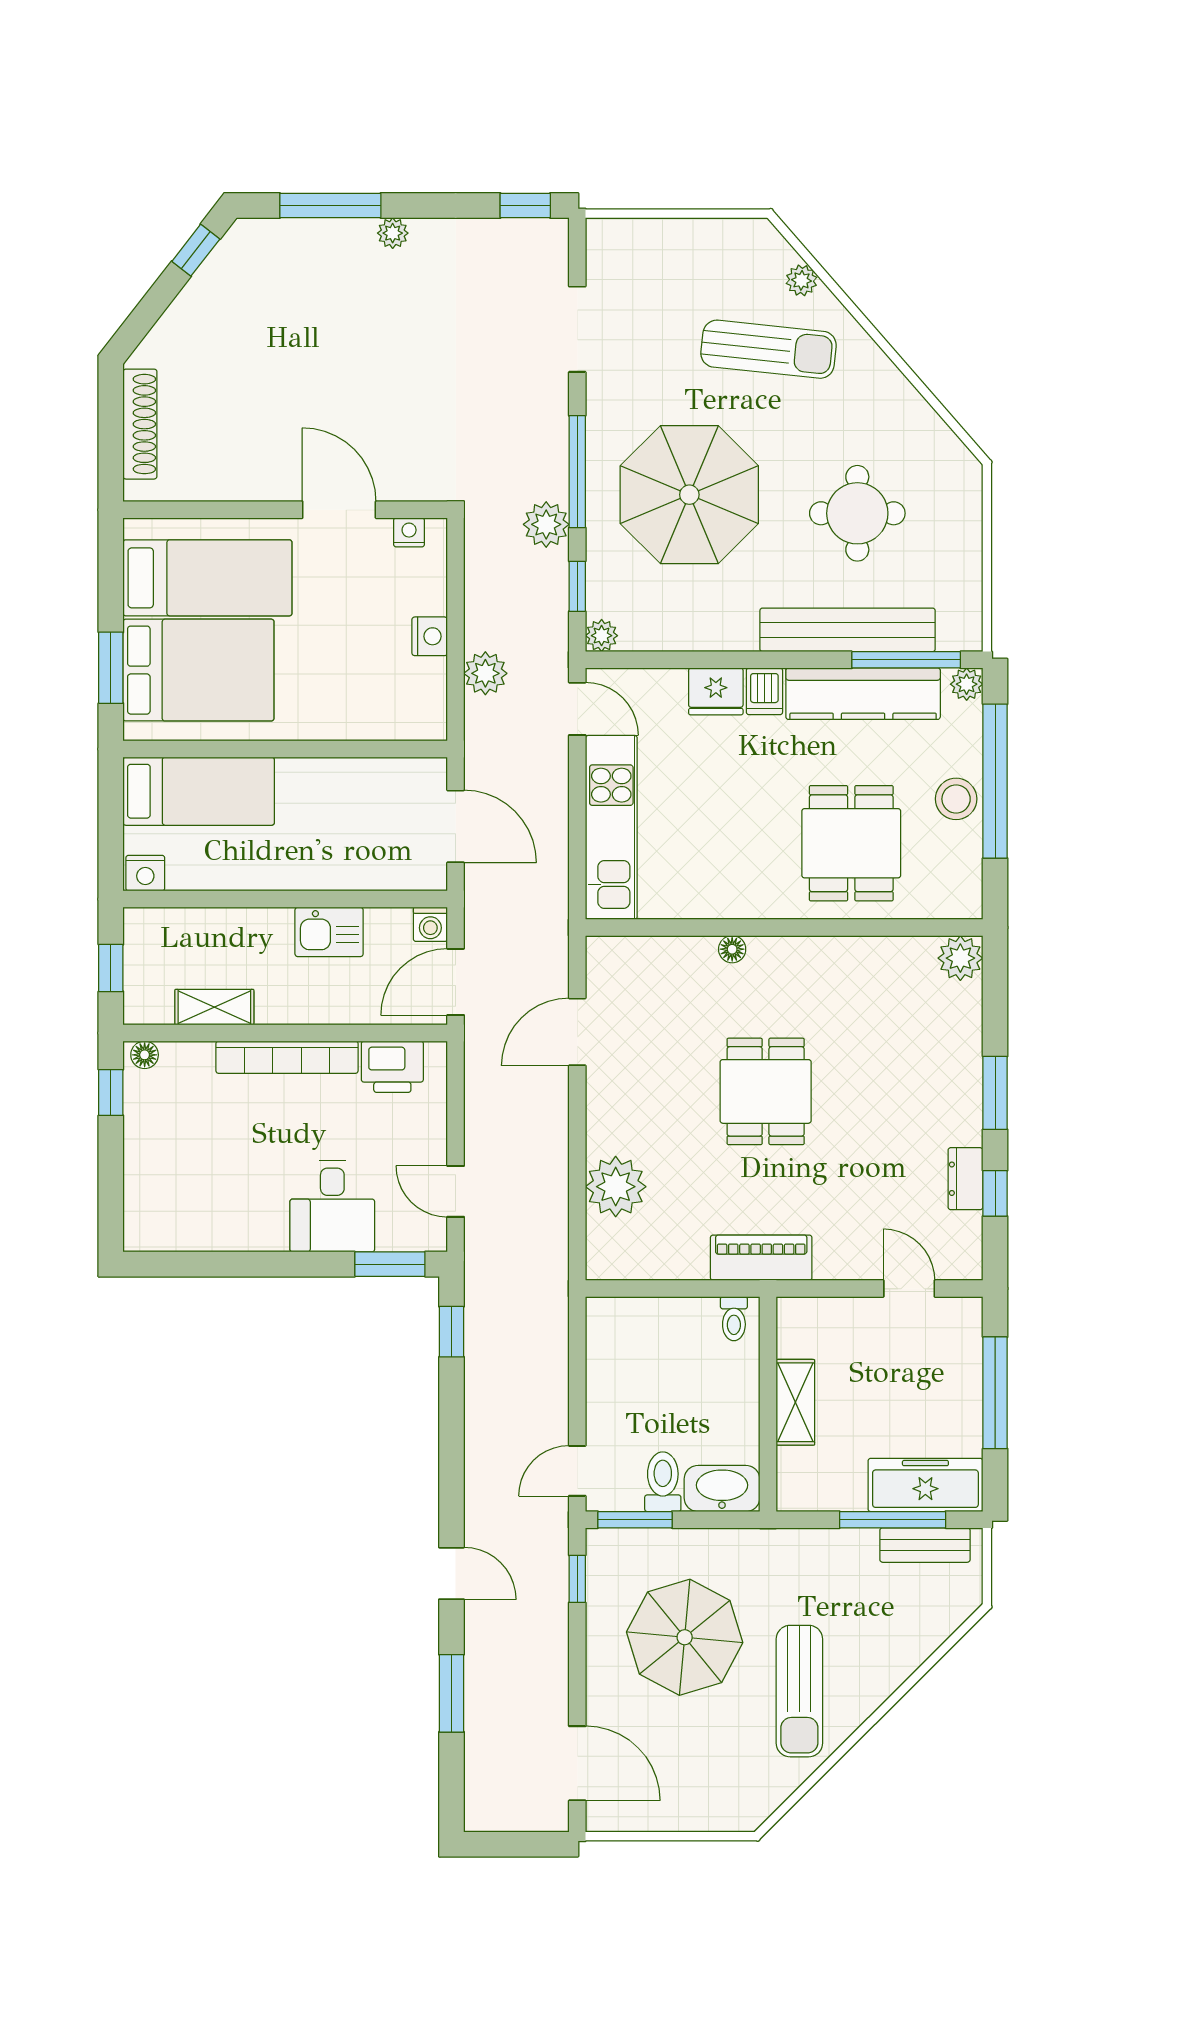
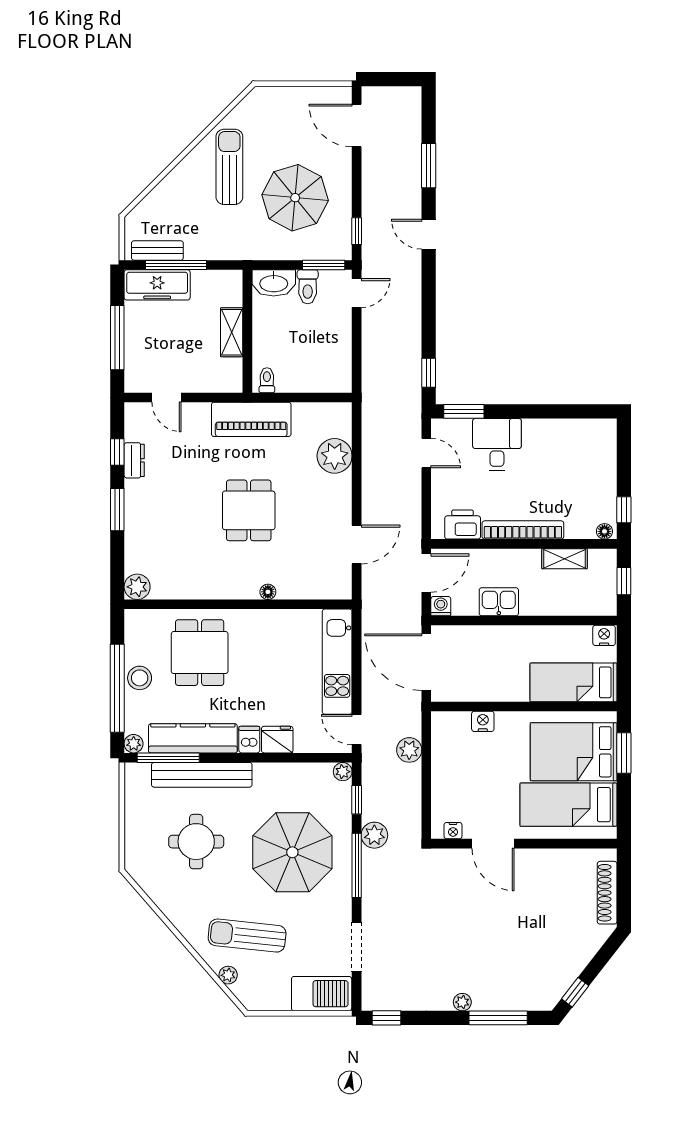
barbecue: (638, 248) -> (322, 994), added
nightstand: (430, 636) -> (483, 721), moved, turned 90
door: (456, 826) -> (426, 662), width x1.36
piano: (761, 1258) -> (251, 419), width x1.37, depth x1.33

